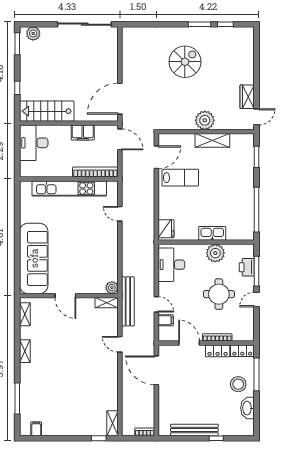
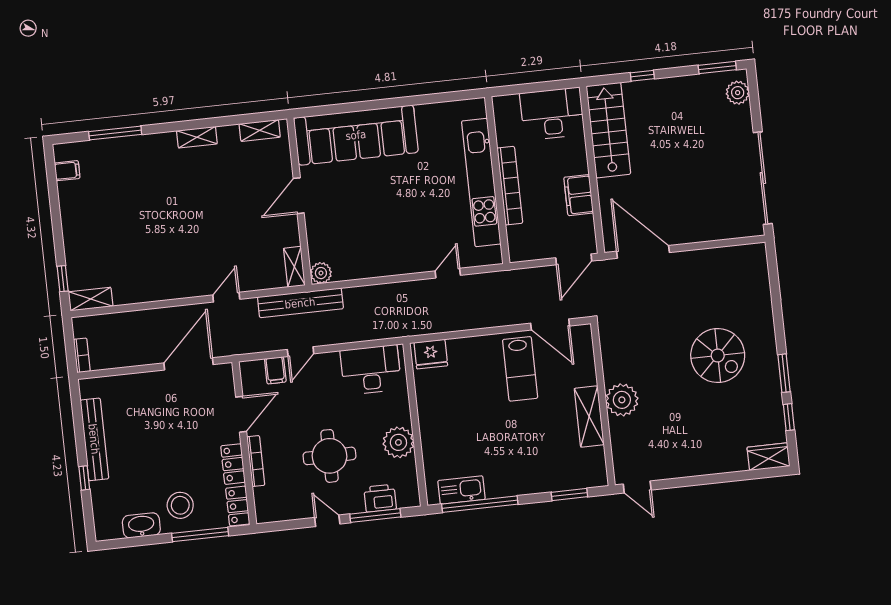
wardrobe: (247, 97) -> (768, 457), moved
bookcase: (95, 172) -> (510, 186), moved
kitchen sink: (212, 233) -> (461, 490), moved, turned -90

